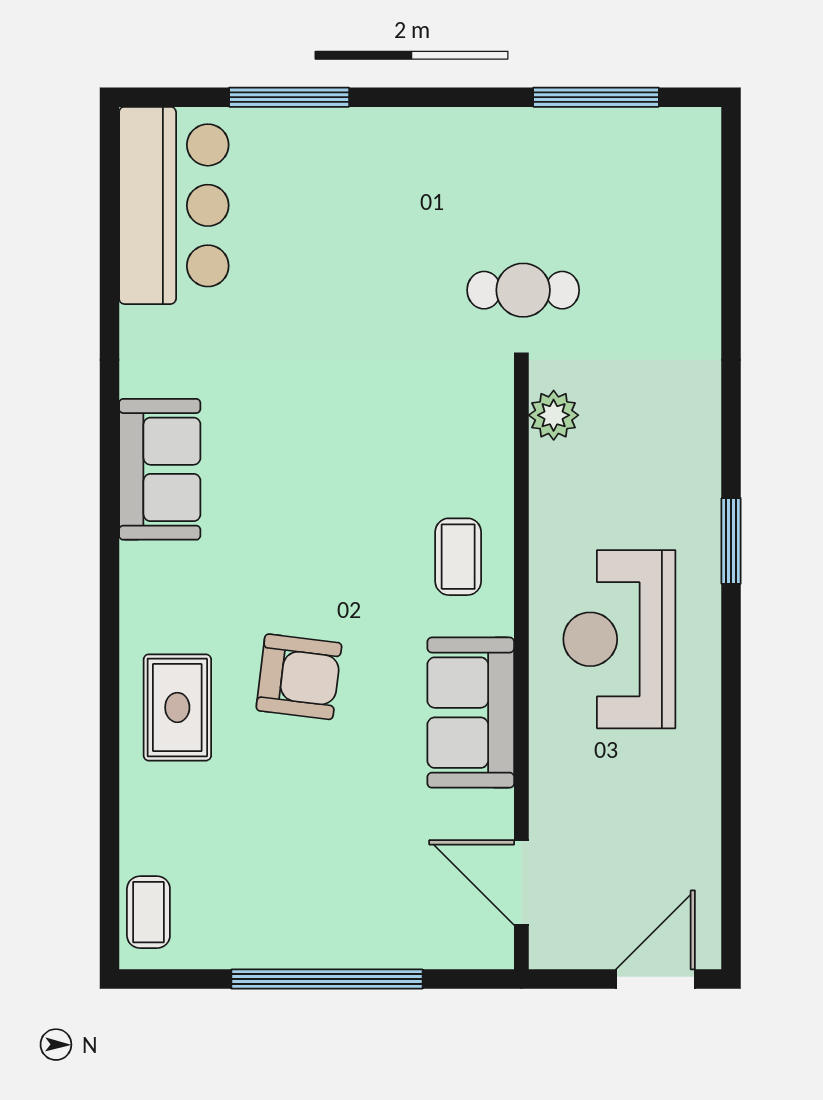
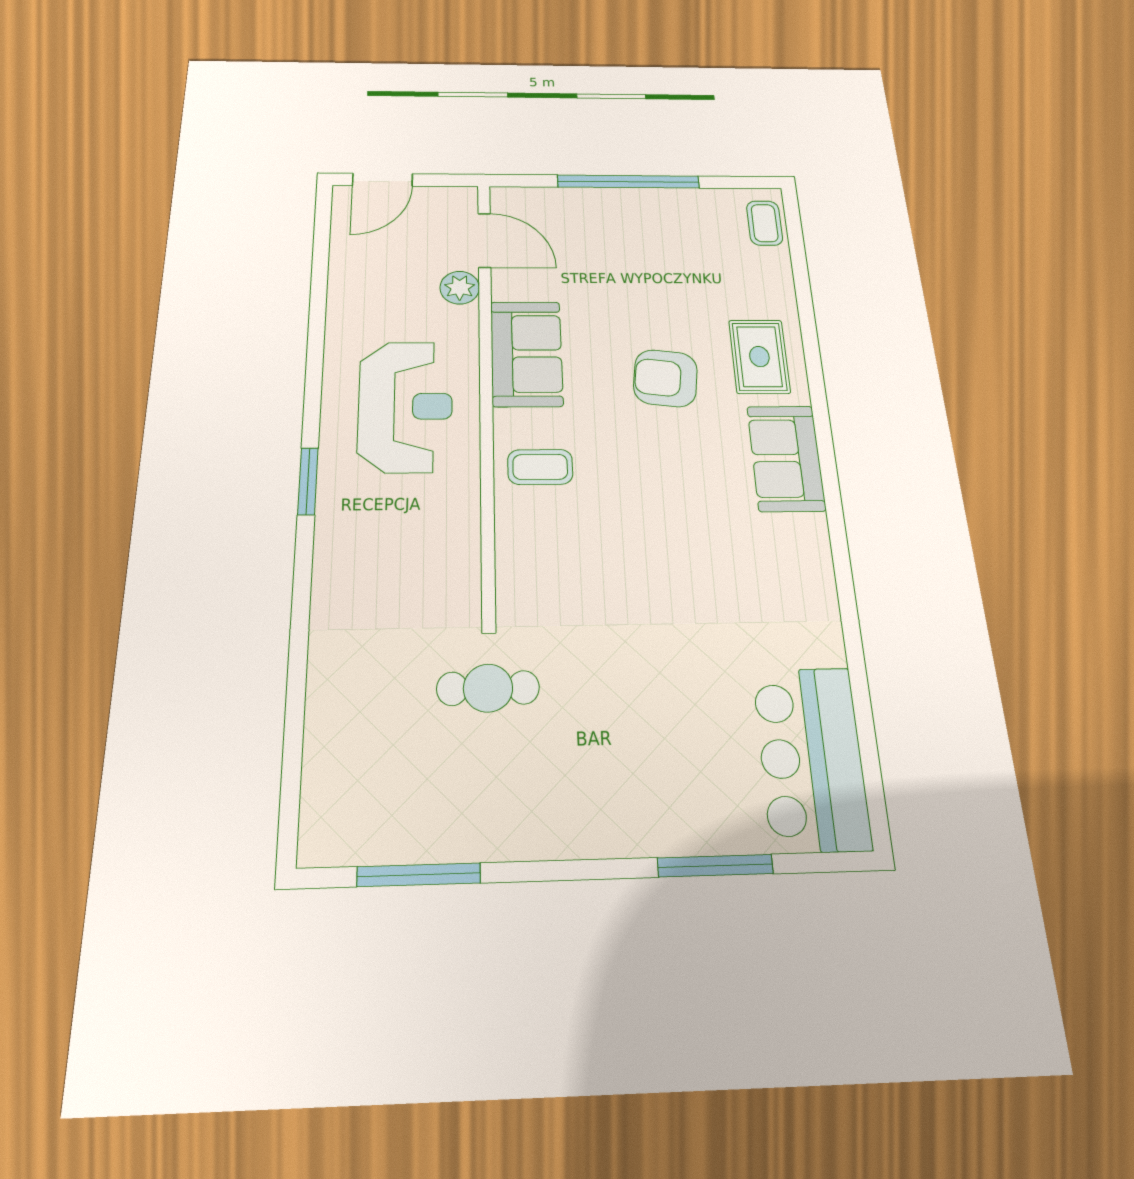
plant: (554, 415) -> (460, 288), moved
sofa: (160, 469) -> (786, 458), moved
coffee table: (458, 557) -> (540, 467), turned 90

